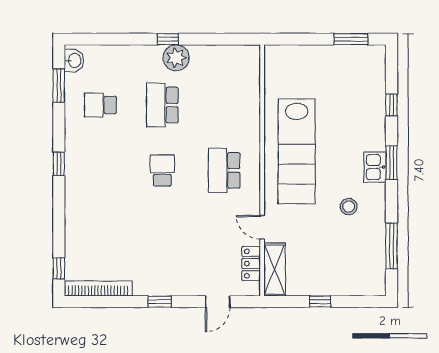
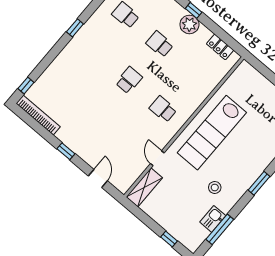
school desk: (162, 105) -> (160, 44), width x0.54
kitchen sink: (375, 167) -> (213, 219), moved
school desk: (224, 170) -> (163, 109), width x0.54
locker: (251, 264) -> (220, 47), moved, turned -90
door: (218, 302) -> (98, 178), swing flipped
window: (320, 302) -> (169, 239), moved

